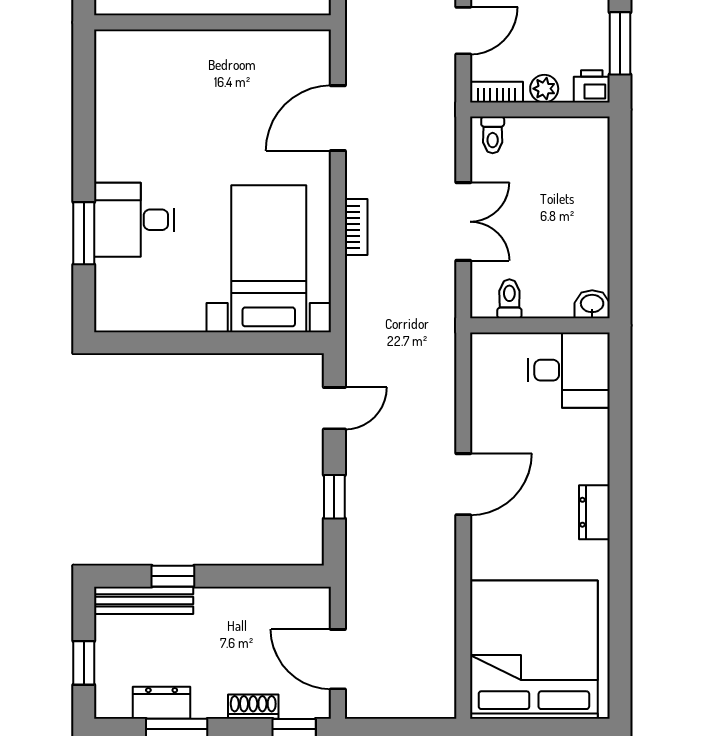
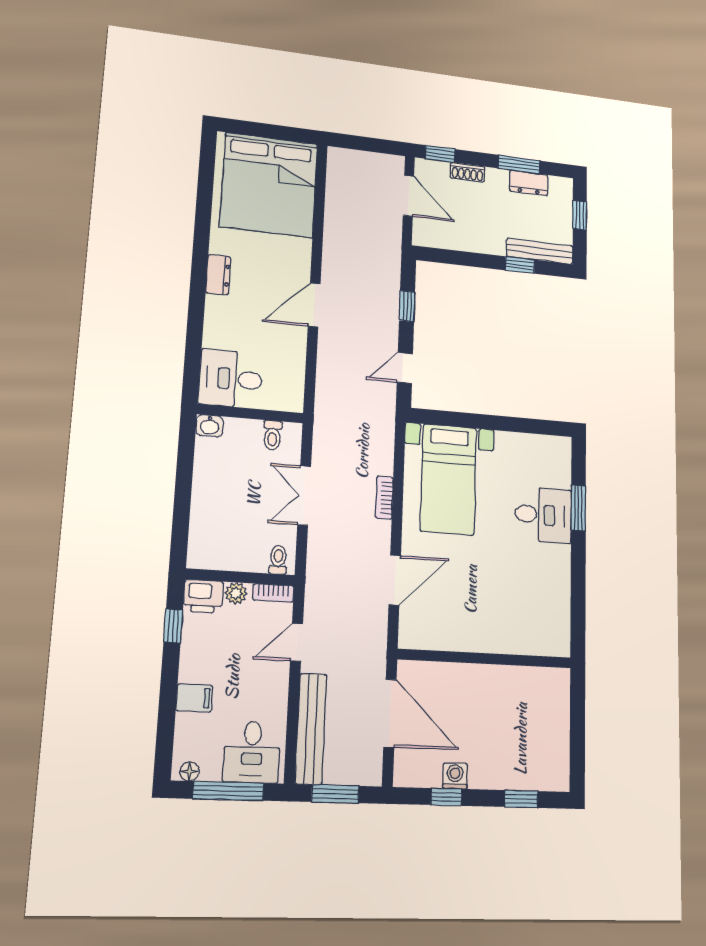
window: (620, 43) -> (173, 626), width x0.67
printer: (592, 86) -> (203, 596), width x1.36, depth x1.24

